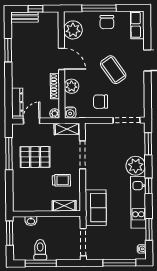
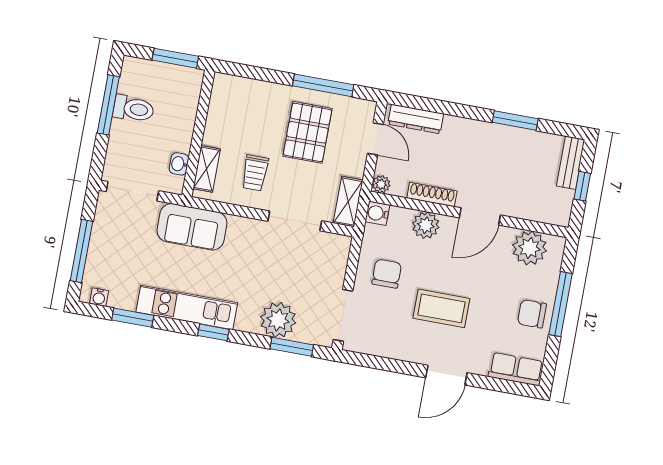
coffee table: (113, 70) -> (441, 308), turned 35
plant: (136, 166) -> (278, 320), moved
washbasin: (31, 221) -> (179, 164), moved

